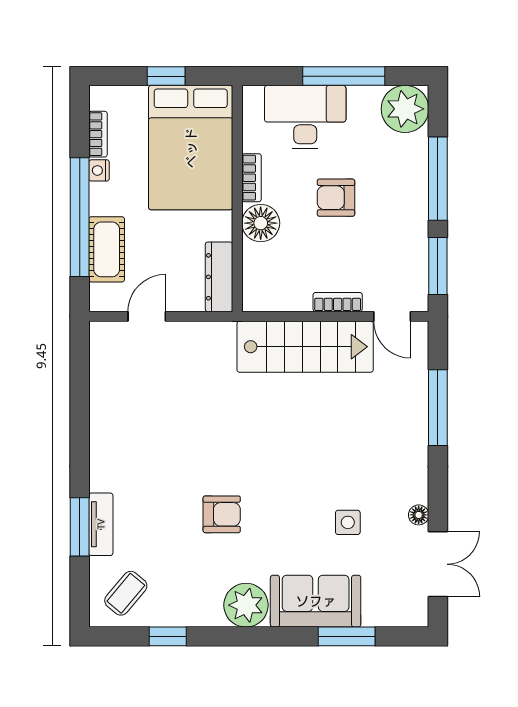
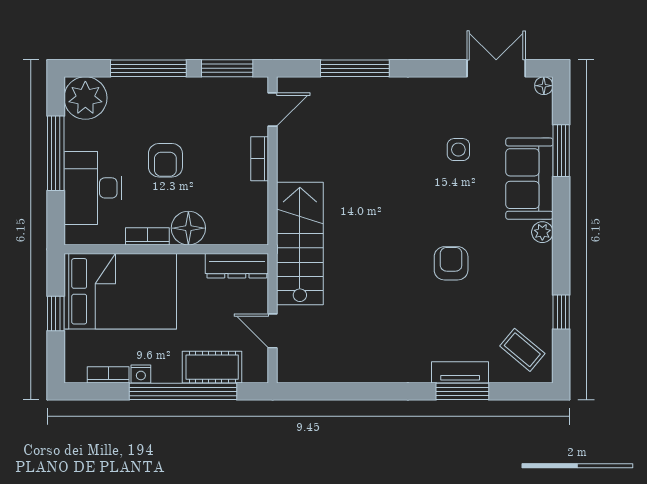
stairs: (305, 347) -> (300, 244), moved
floor lamp: (419, 515) -> (544, 86), moved
plant: (246, 605) -> (542, 232), width x0.53, depth x0.53

